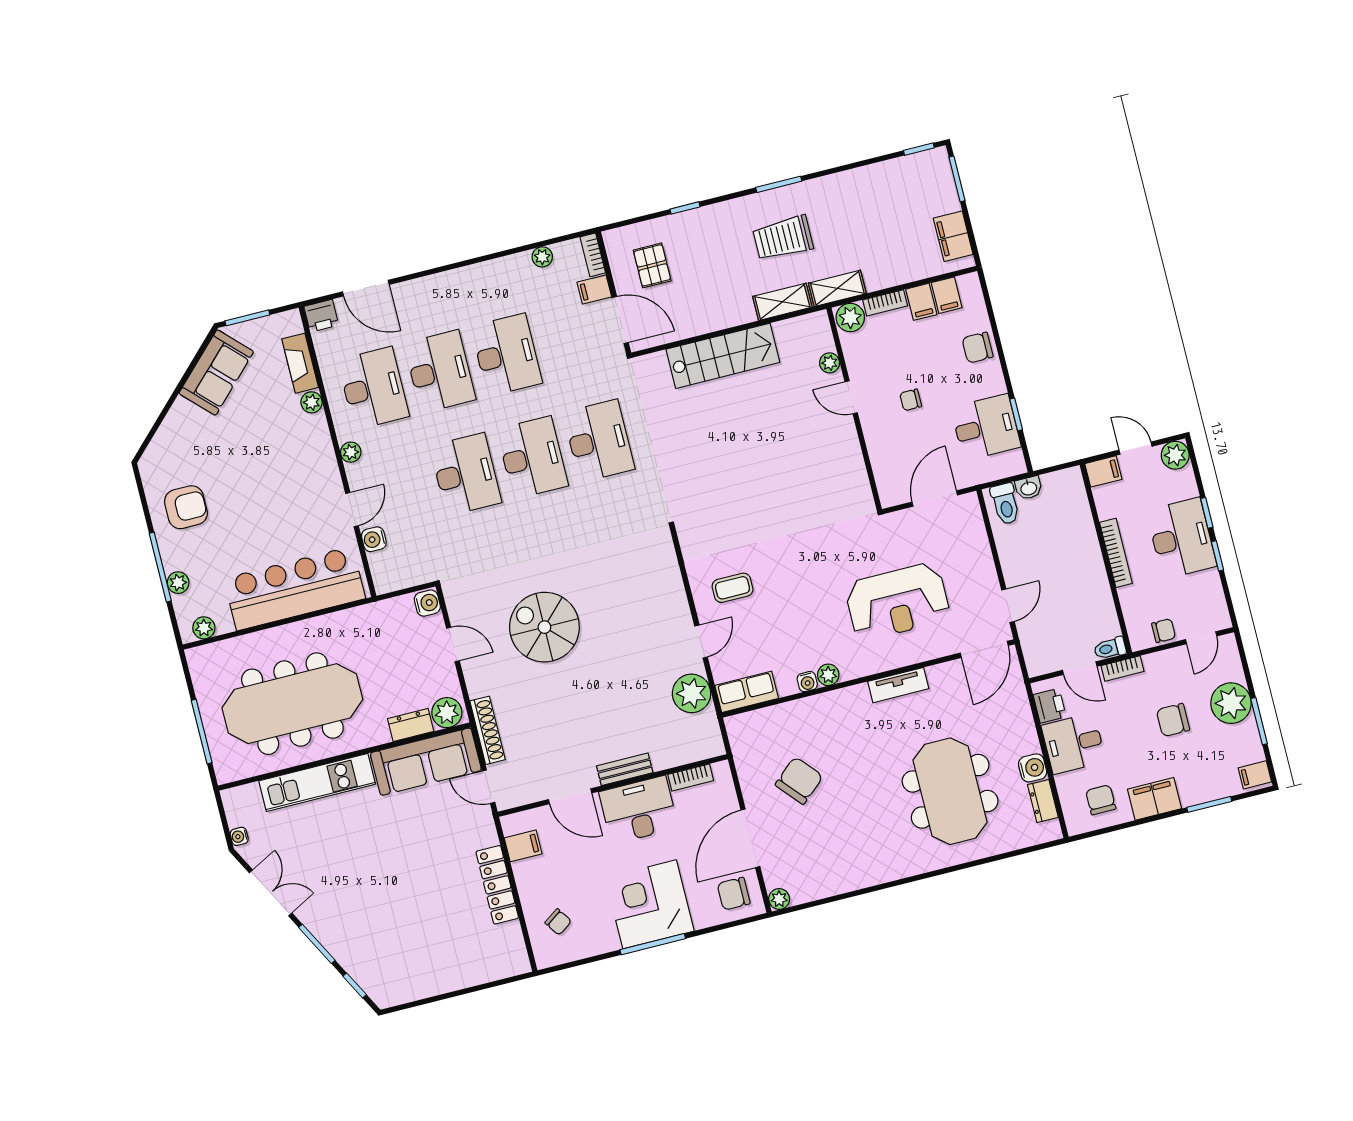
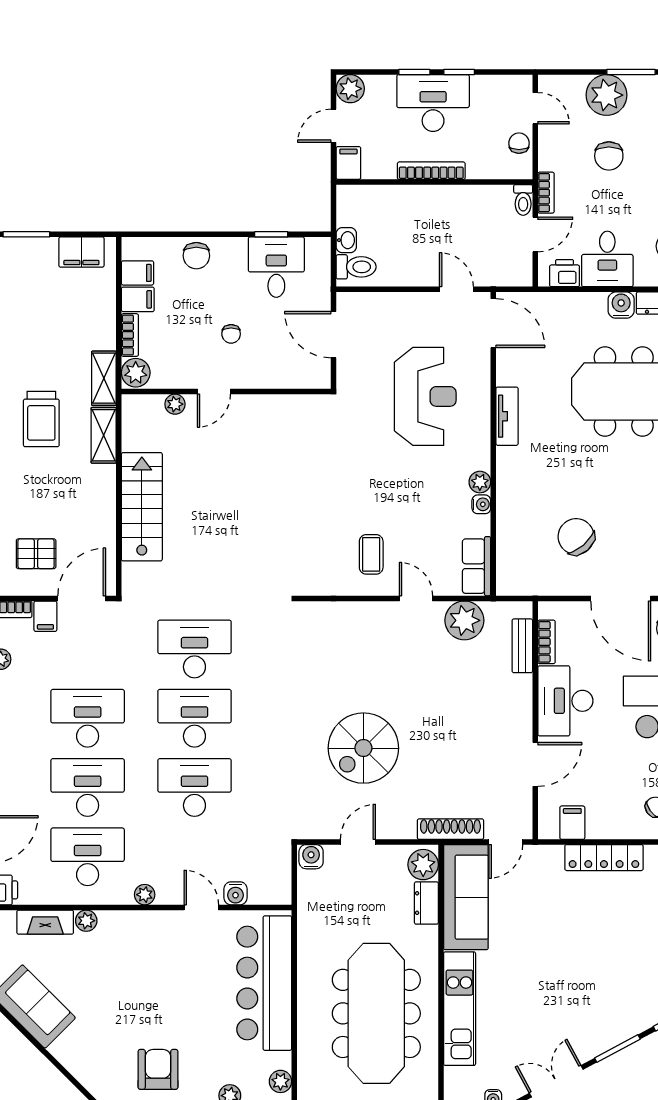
bench: (625, 769) -> (522, 646), moved

